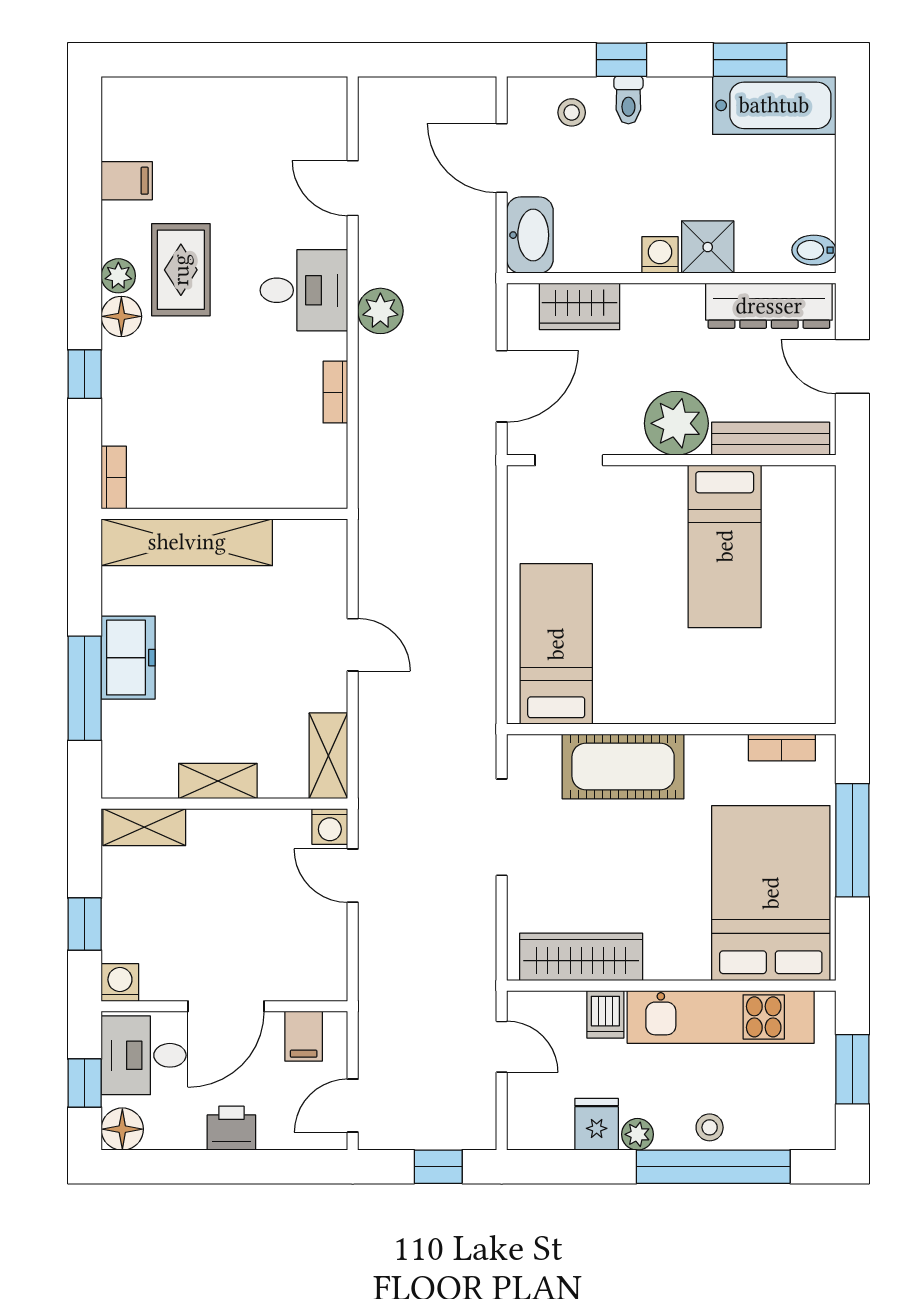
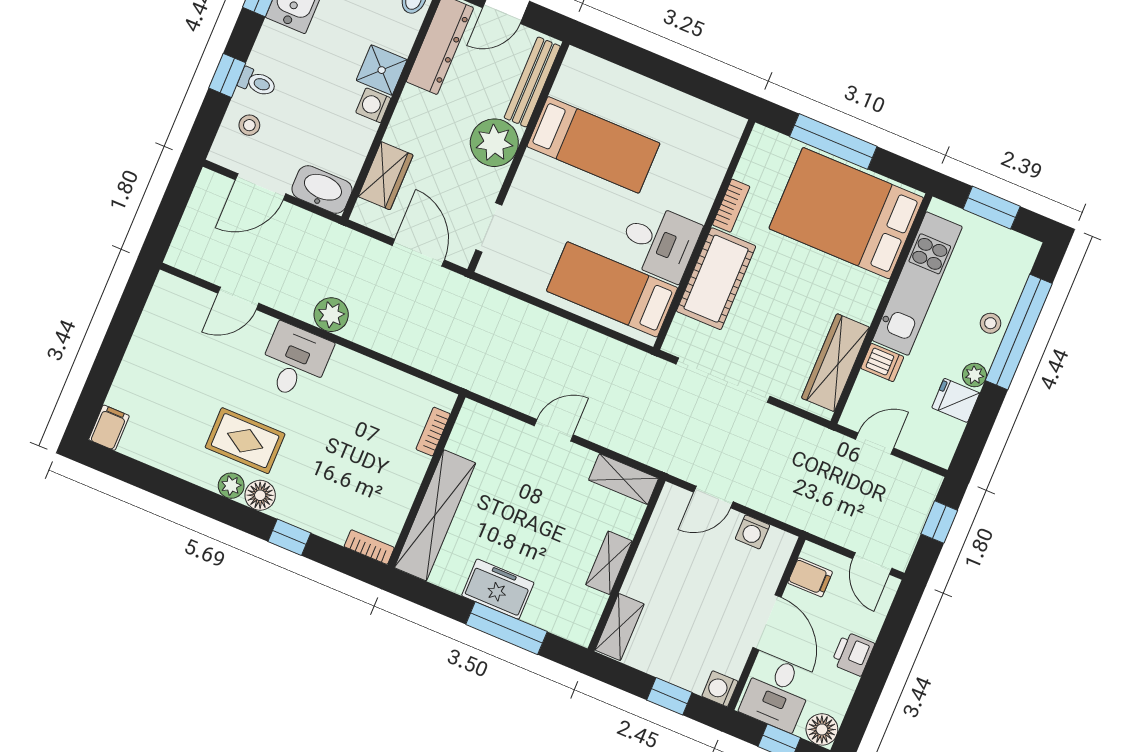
filing cabinet: (127, 181) -> (109, 428), moved
bookcase: (335, 392) -> (433, 432), moved, turned 90
desk: (639, 677) -> (659, 242), added
bookcase: (782, 747) -> (731, 206), moved
washing machine: (330, 826) -> (753, 532), moved, turned 90
doorway: (502, 827) -> (723, 380), width x1.36

